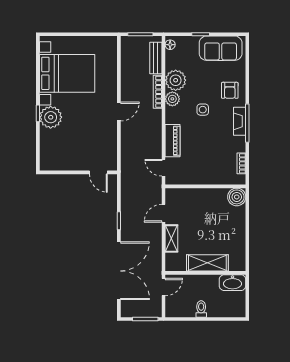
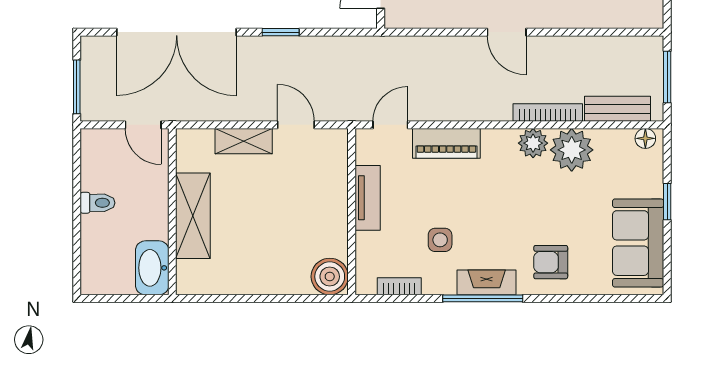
side table: (203, 110) -> (440, 240), moved
tv unit: (199, 179) -> (368, 198), added

